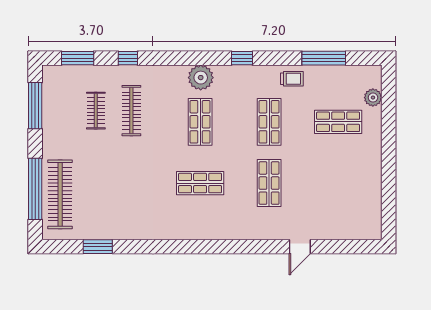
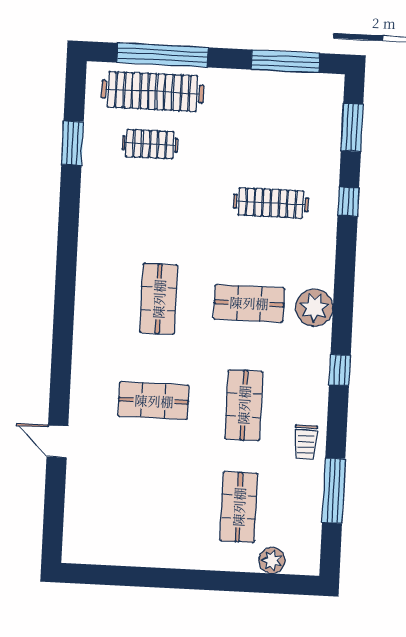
clothes rail: (96, 111) -> (150, 144), moved
shop shelf: (269, 122) -> (244, 405), turned 90

